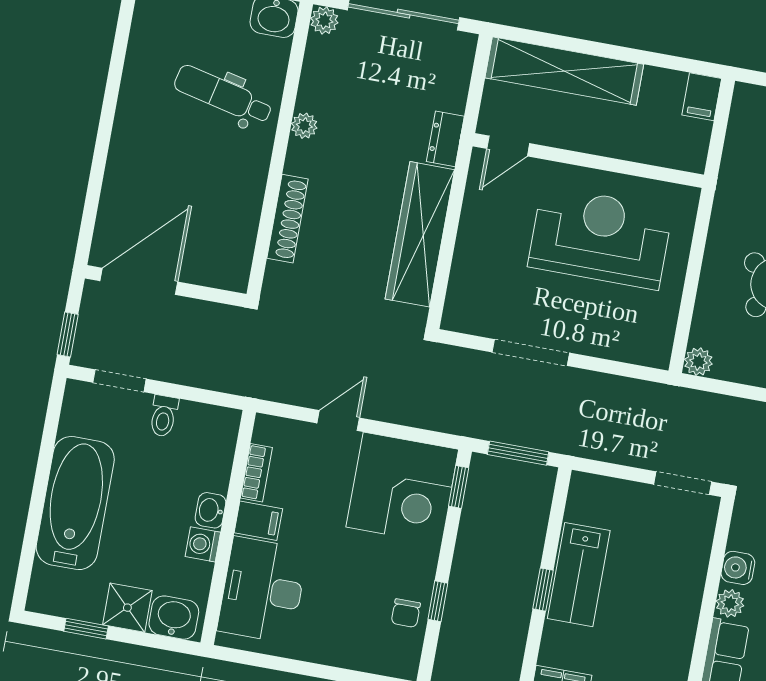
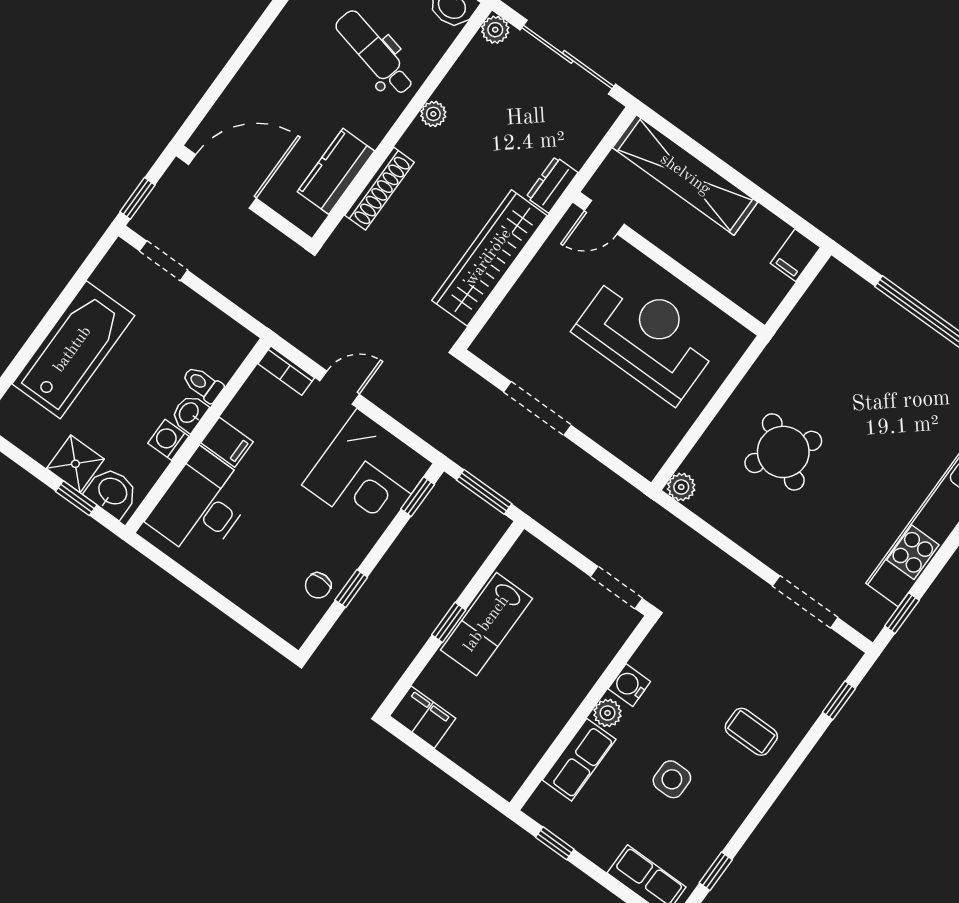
kitchen counter: (239, 222) -> (336, 171), added
toilet: (164, 416) -> (203, 384), moved, turned 90
bookcase: (256, 473) -> (286, 371), moved, turned 90
window: (86, 629) -> (76, 498), moved

